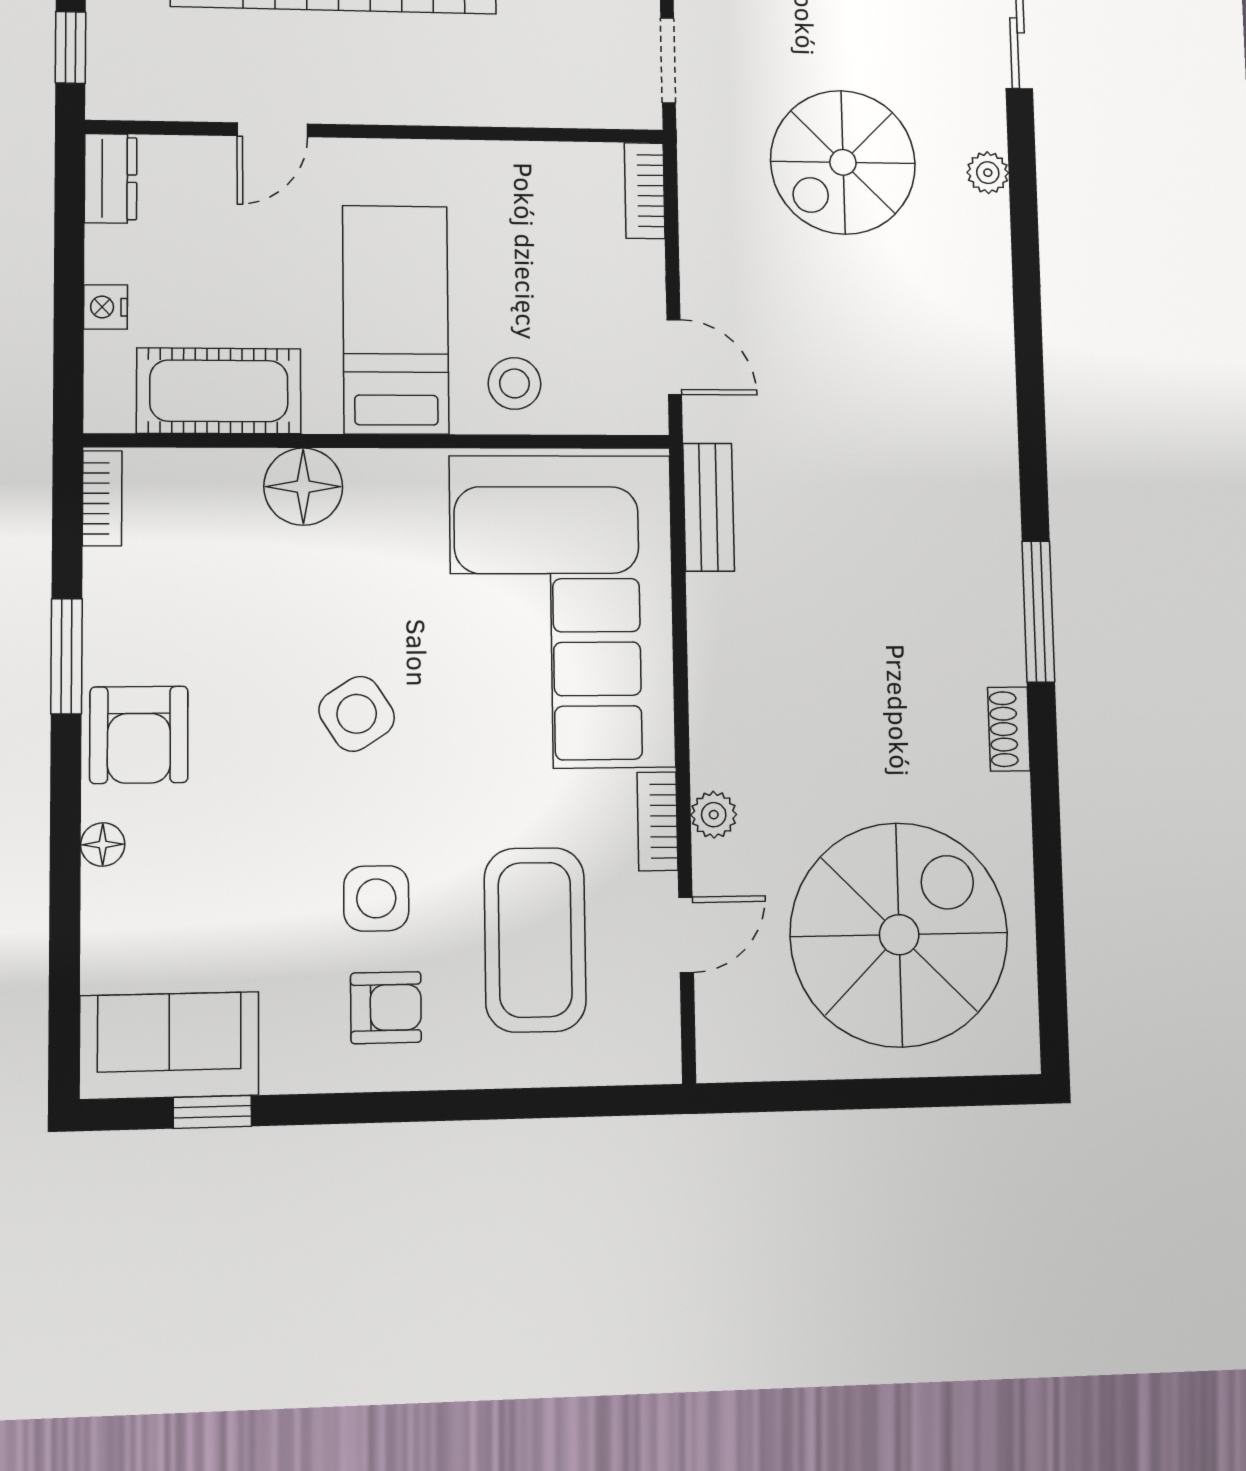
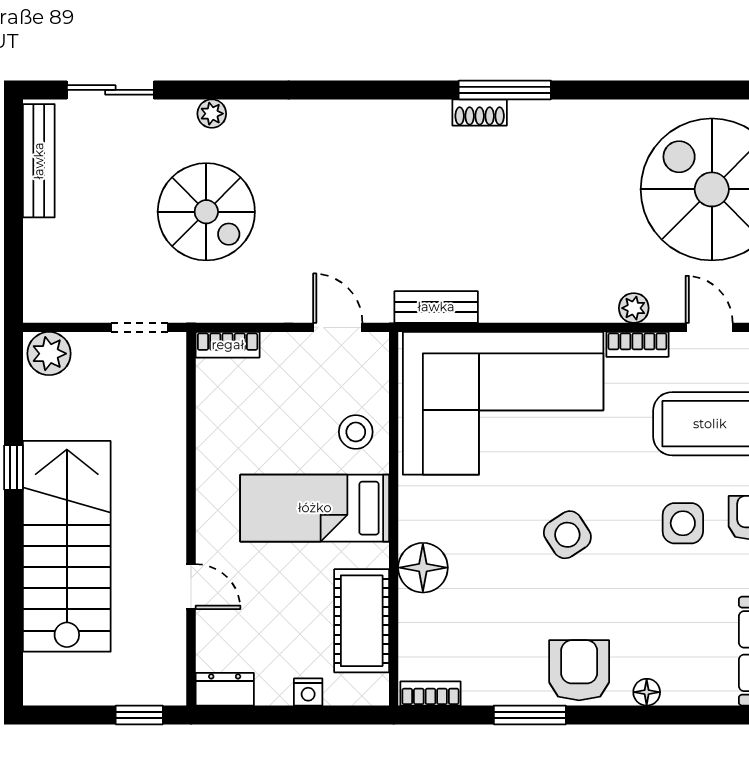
door: (674, 357) -> (338, 327), hinge flipped
shoe rack: (1009, 729) -> (480, 113), moved
armchair: (139, 735) -> (579, 670), turned -90

